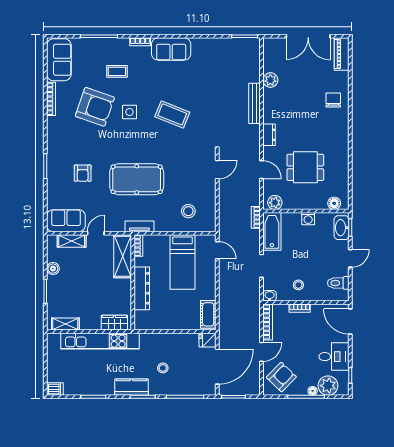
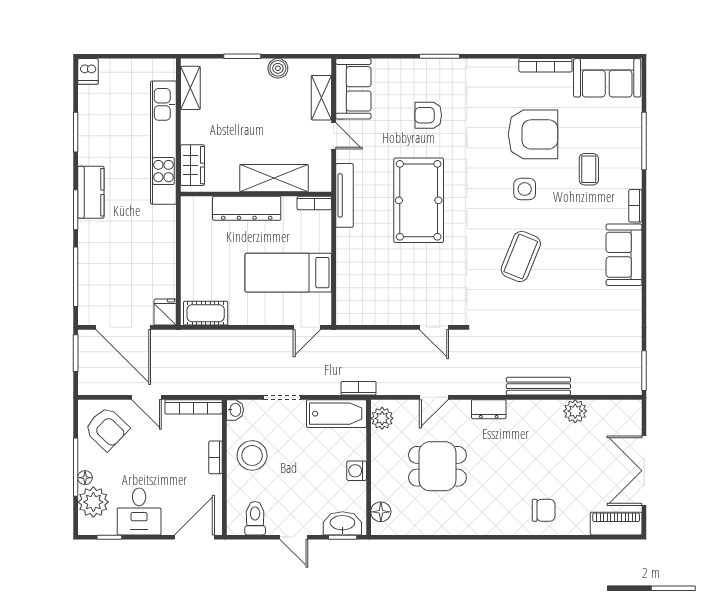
armchair: (95, 107) -> (533, 134), turned -109
dining table: (305, 167) -> (437, 466), turned 90
stool: (188, 211) -> (368, 282), removed
tv unit: (139, 226) -> (344, 195), width x1.41
shelving: (123, 256) -> (274, 178), moved
stool: (298, 285) -> (252, 455), width x1.89, depth x1.89
stool: (163, 368) -> (121, 242), removed

